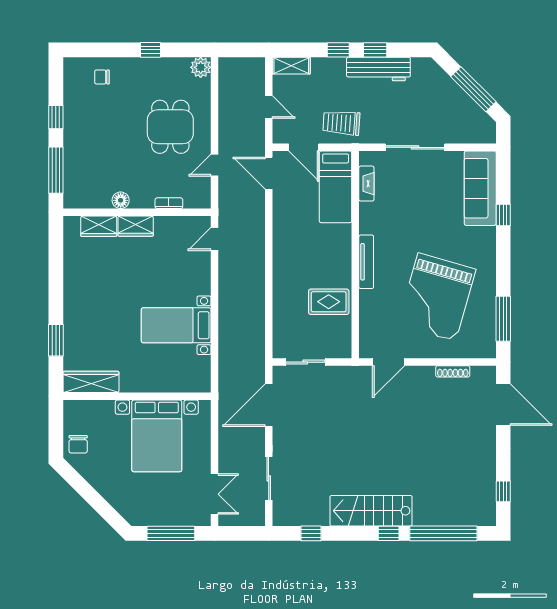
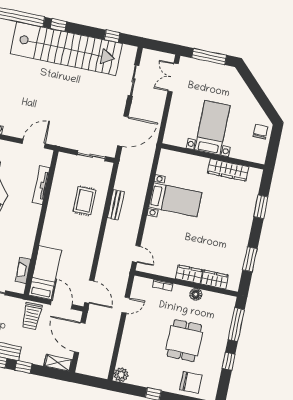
chair: (102, 77) -> (191, 382), width x1.87, depth x1.87
door: (269, 107) -> (80, 337), width x1.88
trolley: (341, 123) -> (32, 316), turned 86
dining table: (170, 127) -> (184, 341), moved
door: (215, 239) -> (136, 254), hinge flipped
tv unit: (366, 262) -> (41, 185), moved
window: (56, 264) -> (250, 259), added
bench: (257, 301) -> (116, 205), added
rug: (329, 302) -> (85, 201), moved, turned 90
wardrobe: (91, 382) -> (228, 170), moved
bed with nightstands: (157, 436) -> (212, 128), width x0.73
stairs: (371, 511) -> (66, 49), width x1.86, depth x1.51

